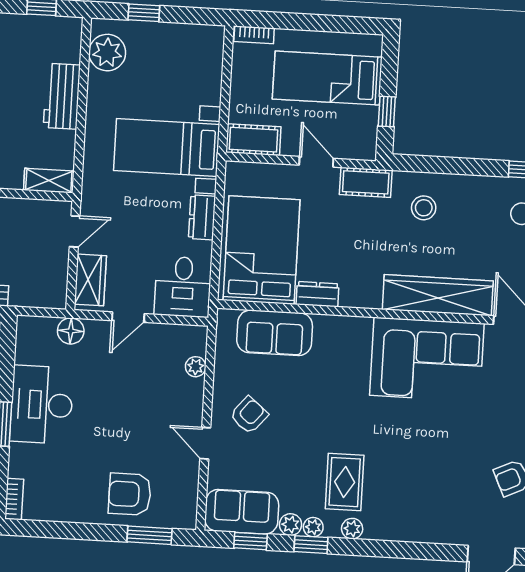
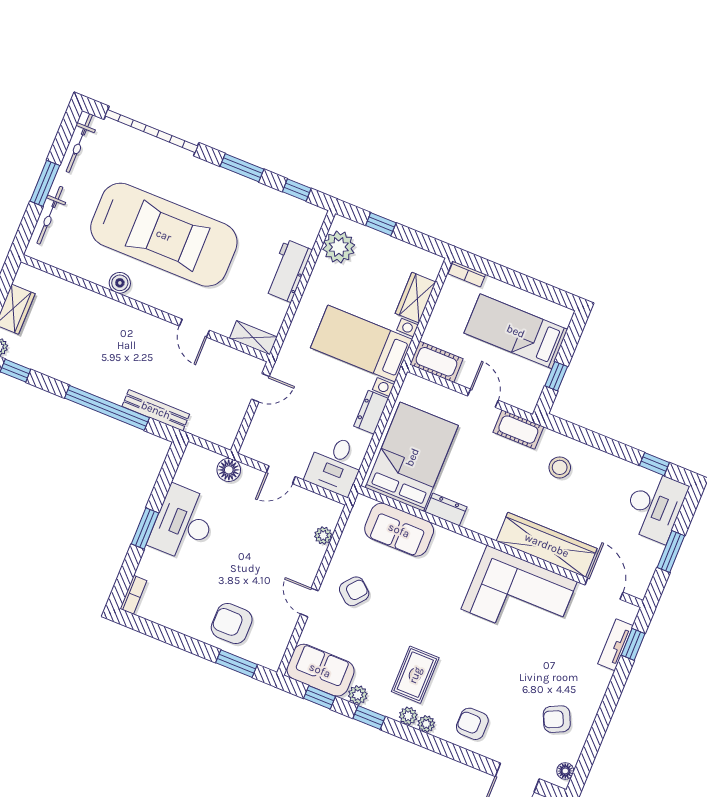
wardrobe: (90, 280) -> (416, 298), moved, turned 180
armchair: (424, 514) -> (472, 724), added
plant: (313, 527) -> (426, 724), moved

